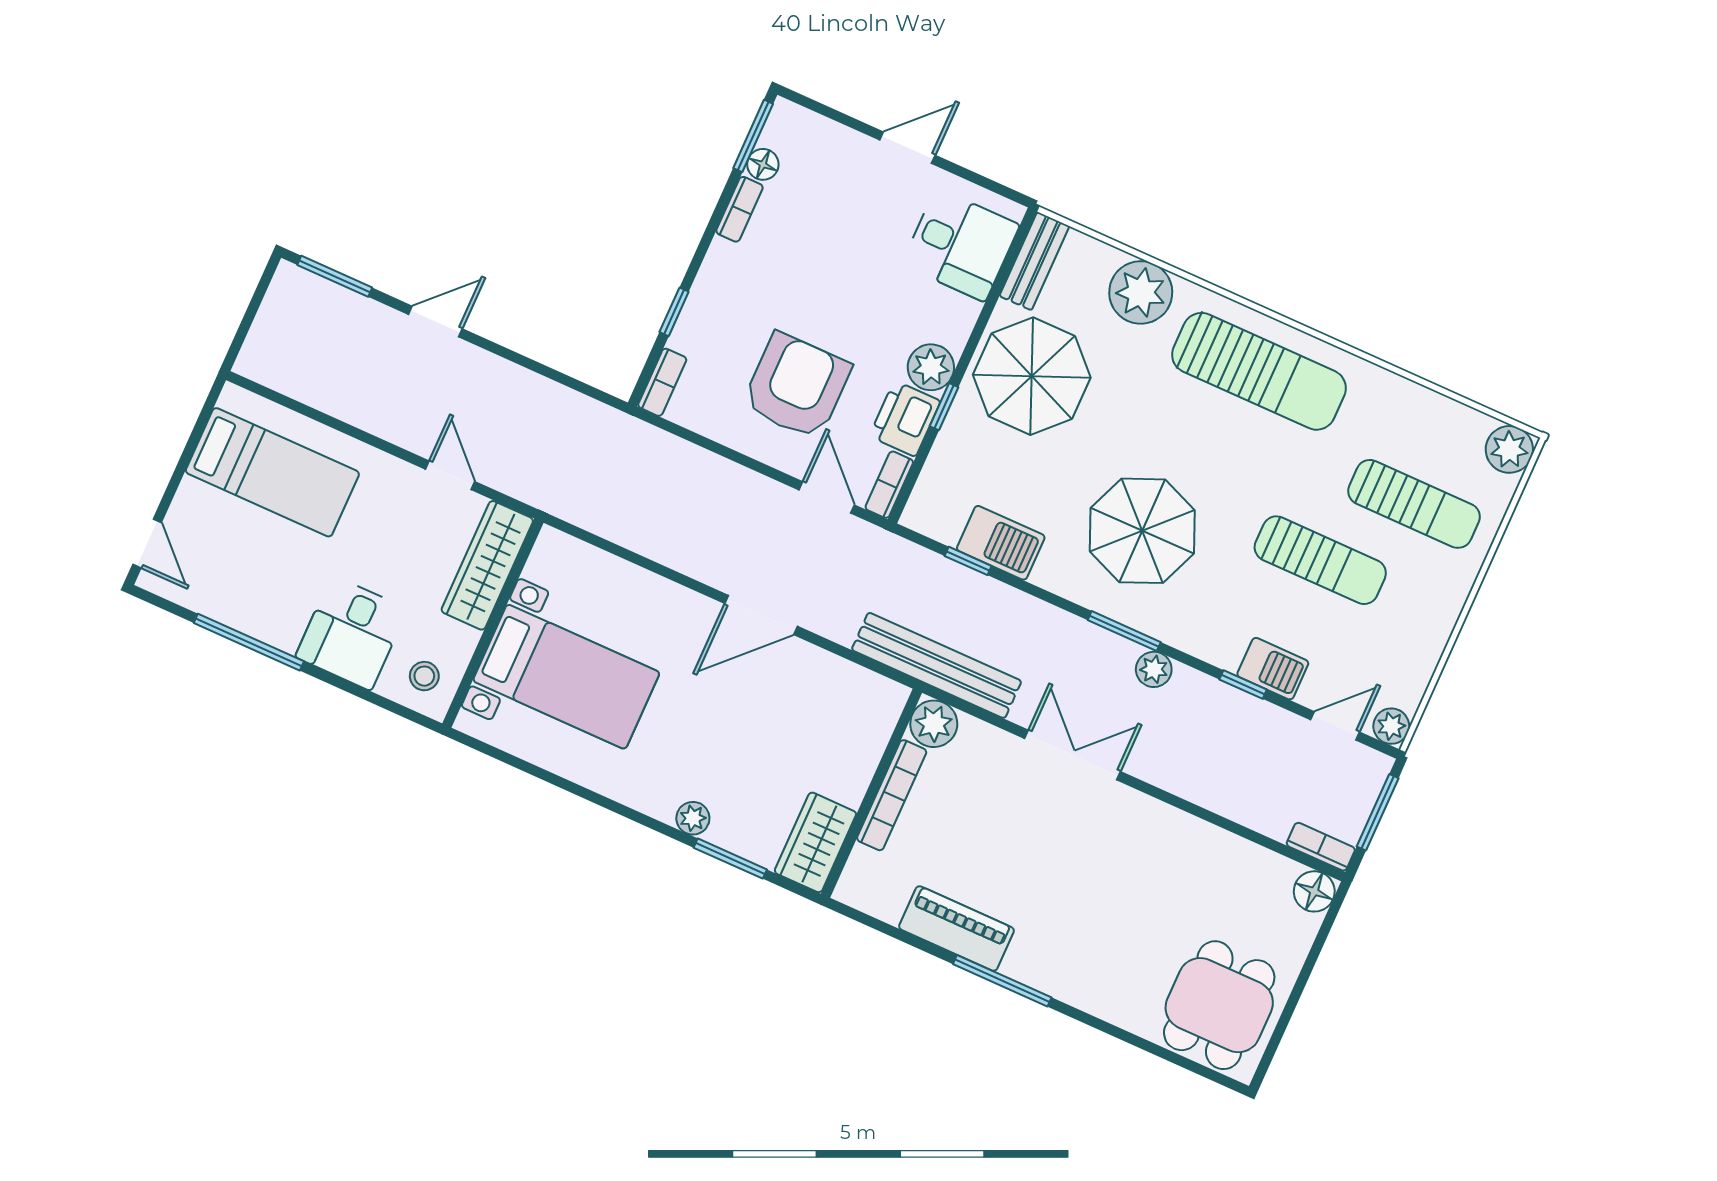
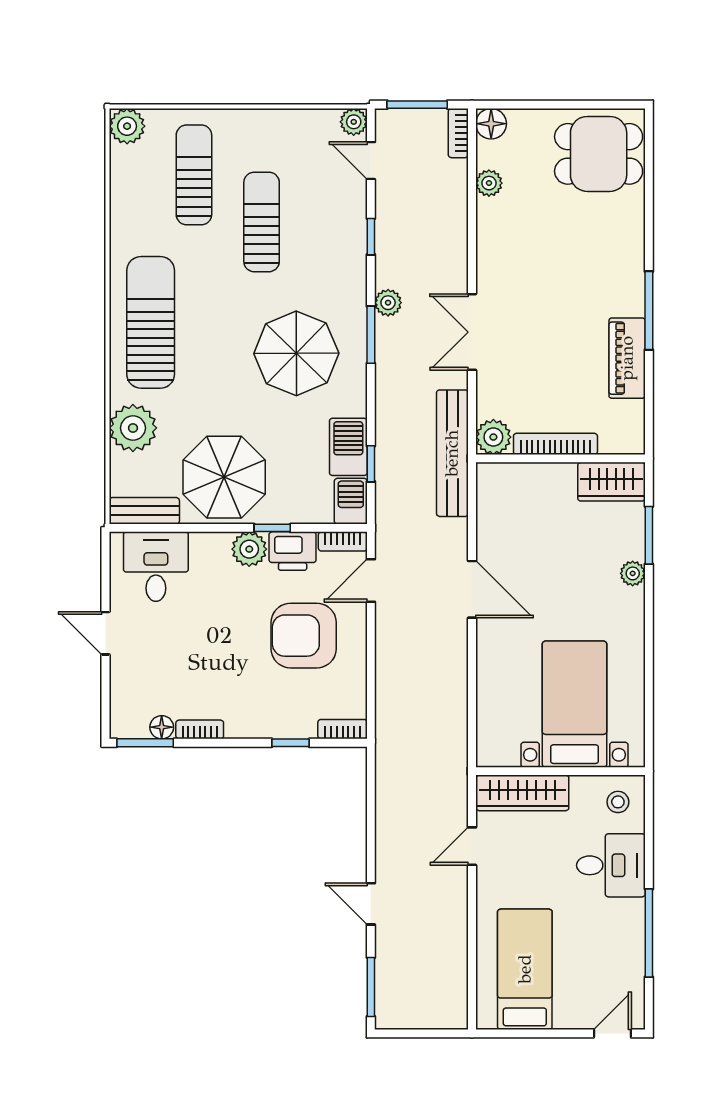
barbecue: (1273, 669) -> (351, 501), moved
plant: (1244, 857) -> (489, 183), added

